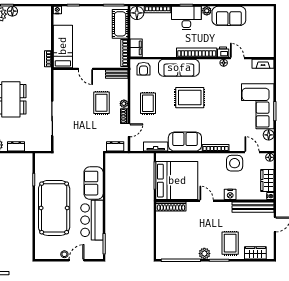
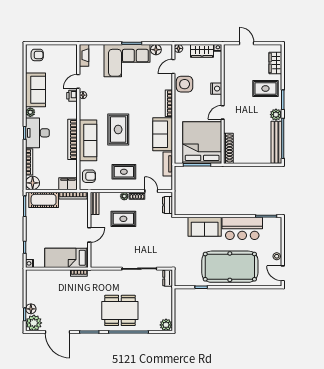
armchair: (263, 17) -> (37, 55), added
bookcase: (197, 52) -> (73, 139), moved
dresser: (16, 146) -> (168, 278), moved
bench: (253, 207) -> (276, 142), moved
door: (76, 260) -> (283, 273), moved

